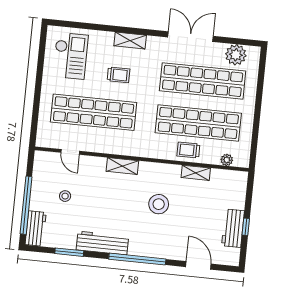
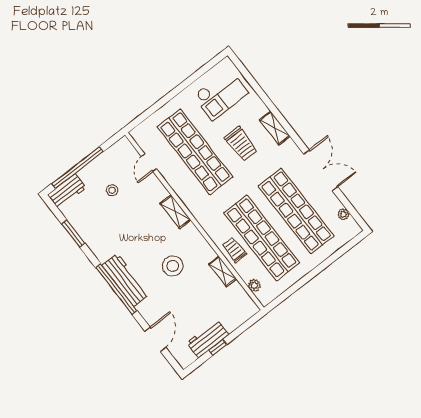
plant: (236, 55) -> (343, 214), width x0.53, depth x0.53
trolley: (119, 75) -> (241, 144), width x1.36, depth x1.39
workbench: (102, 243) -> (126, 280), moved

